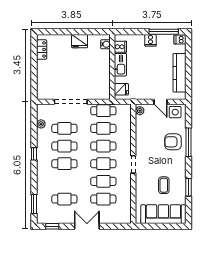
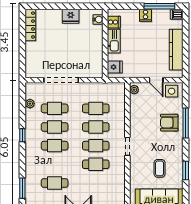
locker: (42, 50) -> (30, 25), width x1.53
cafe table: (103, 111) -> (96, 90), removed
cafe table: (103, 199) -> (96, 183), removed

